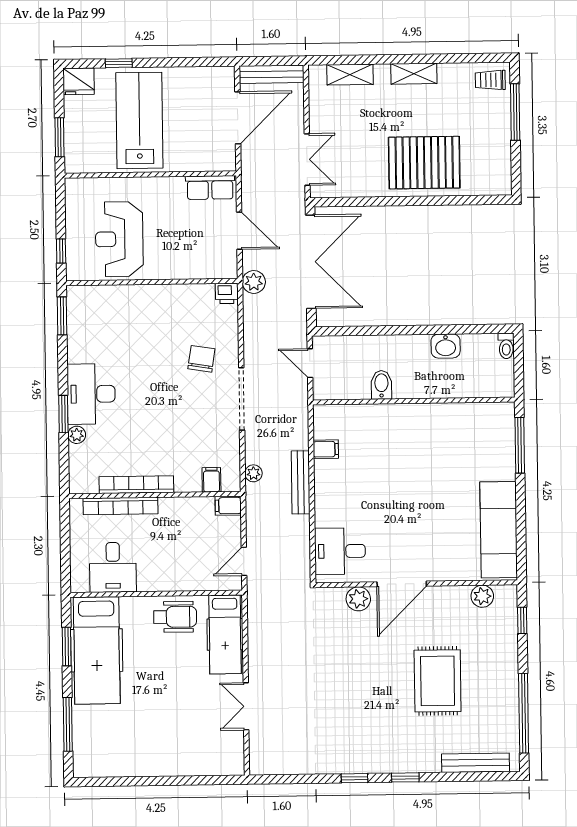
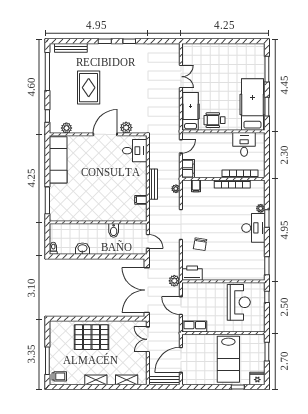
printer: (227, 293) -> (192, 273), width x1.87, depth x1.48
filing cabinet: (228, 506) -> (188, 169), width x2.00

